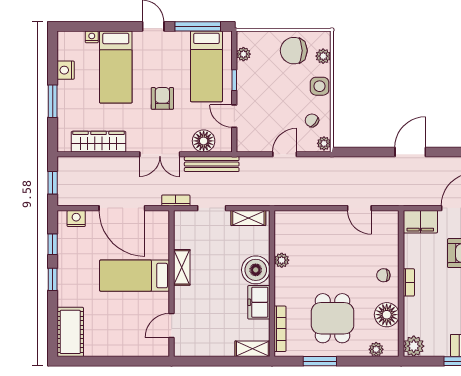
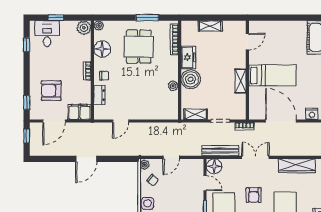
floor lamp: (204, 141) -> (214, 166), moved
door: (359, 208) -> (121, 121), swing flipped
dresser: (391, 246) -> (99, 95), added
shelving: (252, 349) -> (210, 26), moved
plant: (376, 349) -> (99, 26), moved

